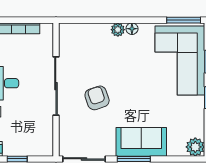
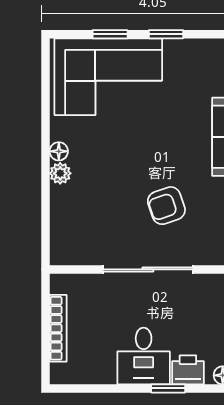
window: (184, 20) -> (45, 71), removed

